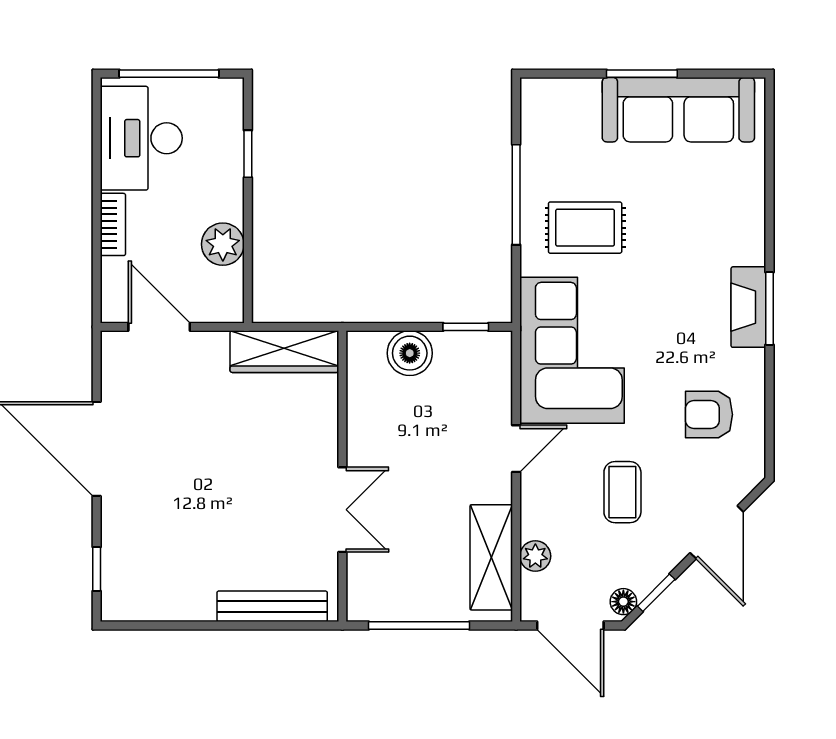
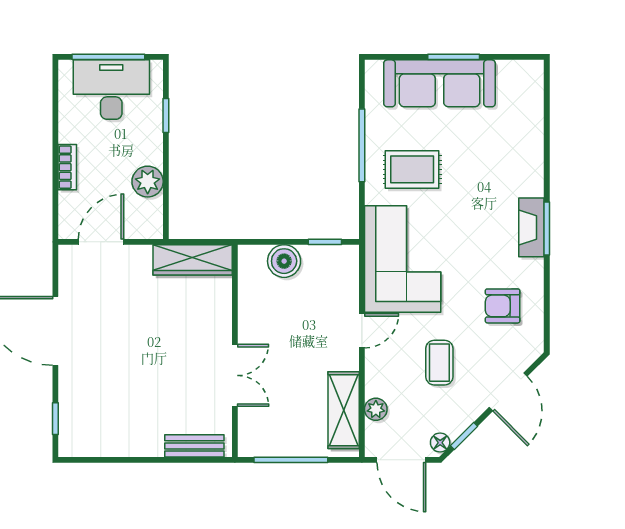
sofa: (678, 110) -> (439, 83), moved
desk: (141, 138) -> (111, 90), moved, turned 90
door: (159, 327) -> (101, 242), hinge flipped
bench: (272, 606) -> (194, 446), width x0.73

